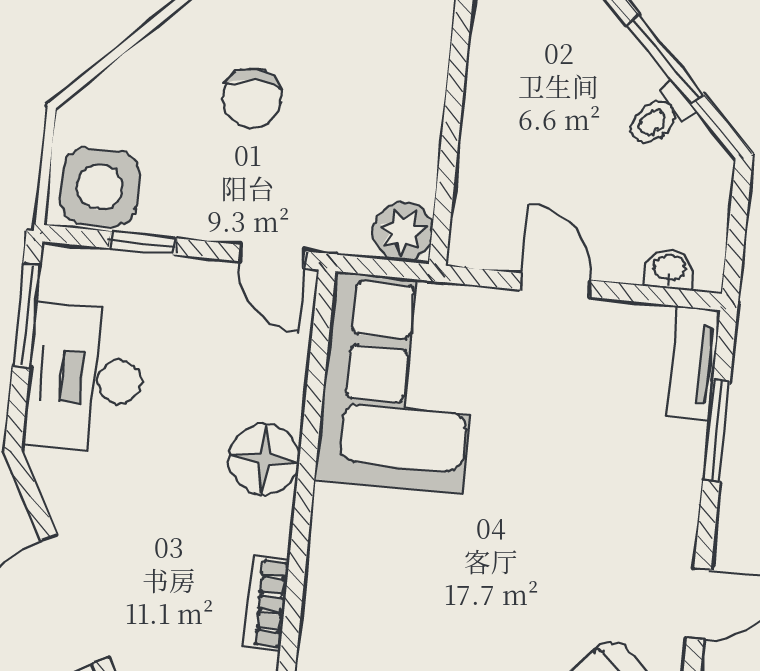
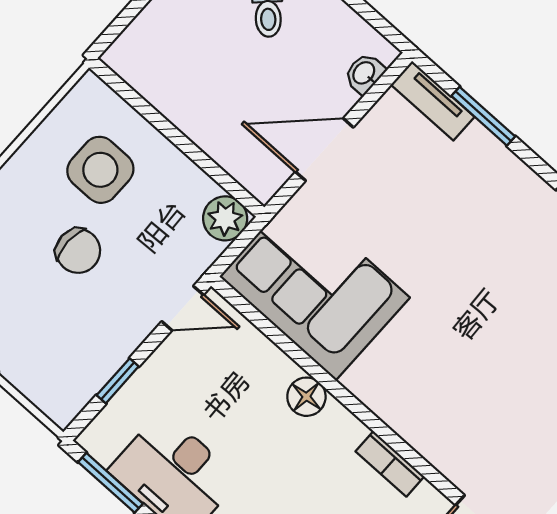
side table: (100, 187) -> (100, 170), moved
door: (555, 285) -> (324, 150), width x1.38
floor lamp: (264, 459) -> (306, 397), width x0.73, depth x0.73

